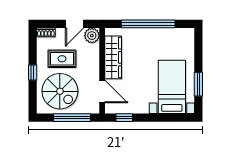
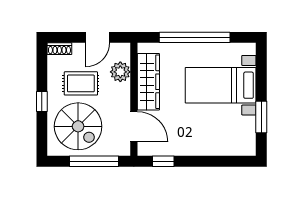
plant: (92, 36) -> (120, 72), moved
bed with nightstands: (172, 87) -> (221, 85), moved, turned -90

